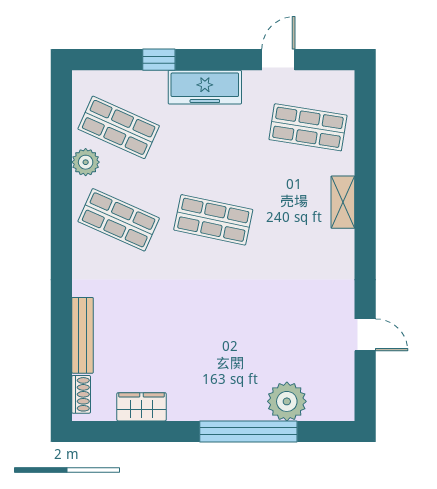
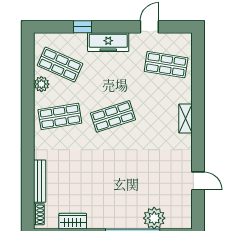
shelving: (343, 202) -> (186, 119), moved
shop shelf: (119, 220) -> (60, 116), turned -33
shop shelf: (213, 220) -> (113, 116), turned -30

